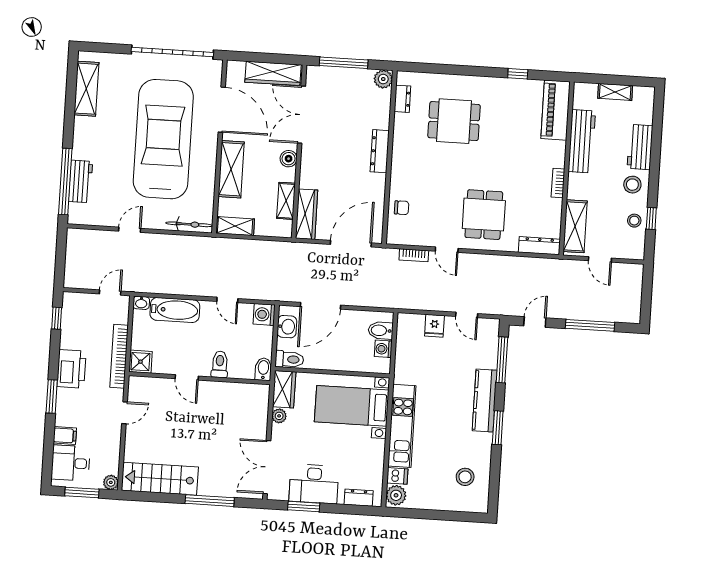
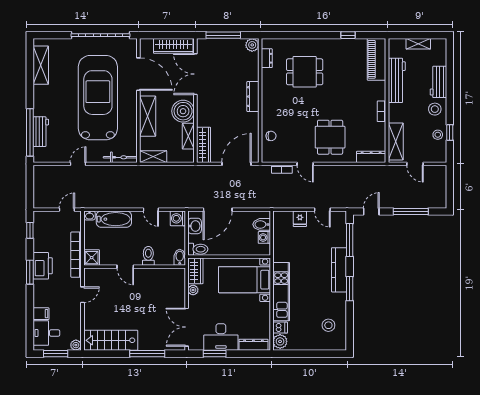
boiler: (289, 159) -> (183, 111), width x1.86, depth x1.86
window: (52, 397) -> (30, 272), moved
dresser: (359, 498) -> (253, 345), width x1.44

